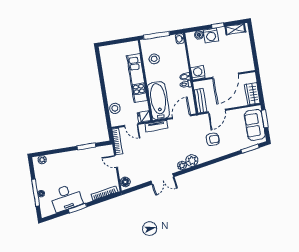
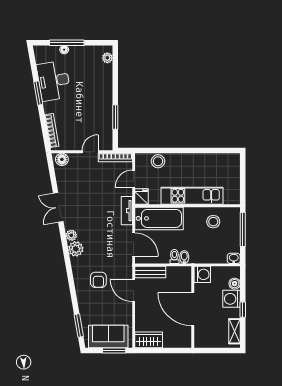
washing machine: (198, 73) -> (202, 274), moved
wall: (224, 76) -> (193, 307), moved
door: (225, 76) -> (193, 309), moved

